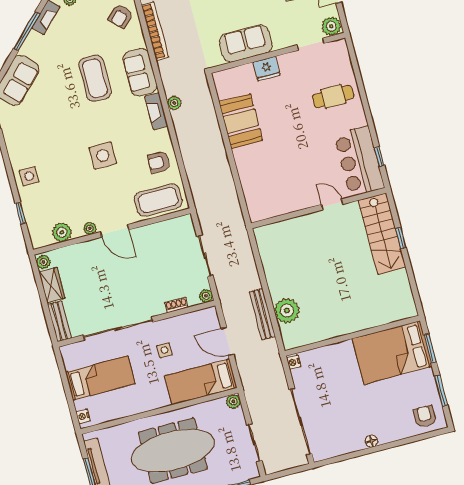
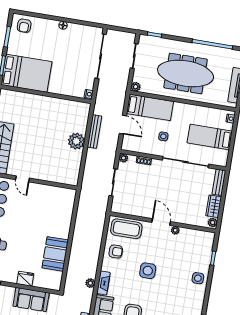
plant: (62, 232) -> (193, 235), removed
plant: (287, 311) -> (76, 141), moved

